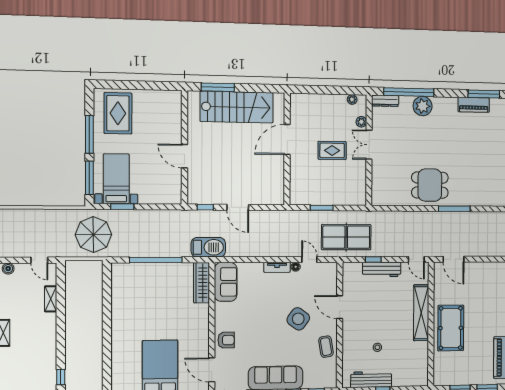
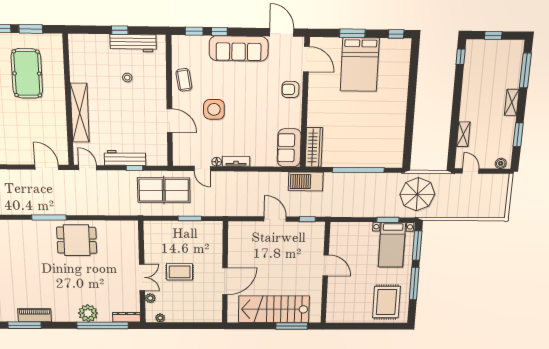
side table: (298, 319) -> (214, 109), turned -36
pool table: (451, 328) -> (27, 74), moved

